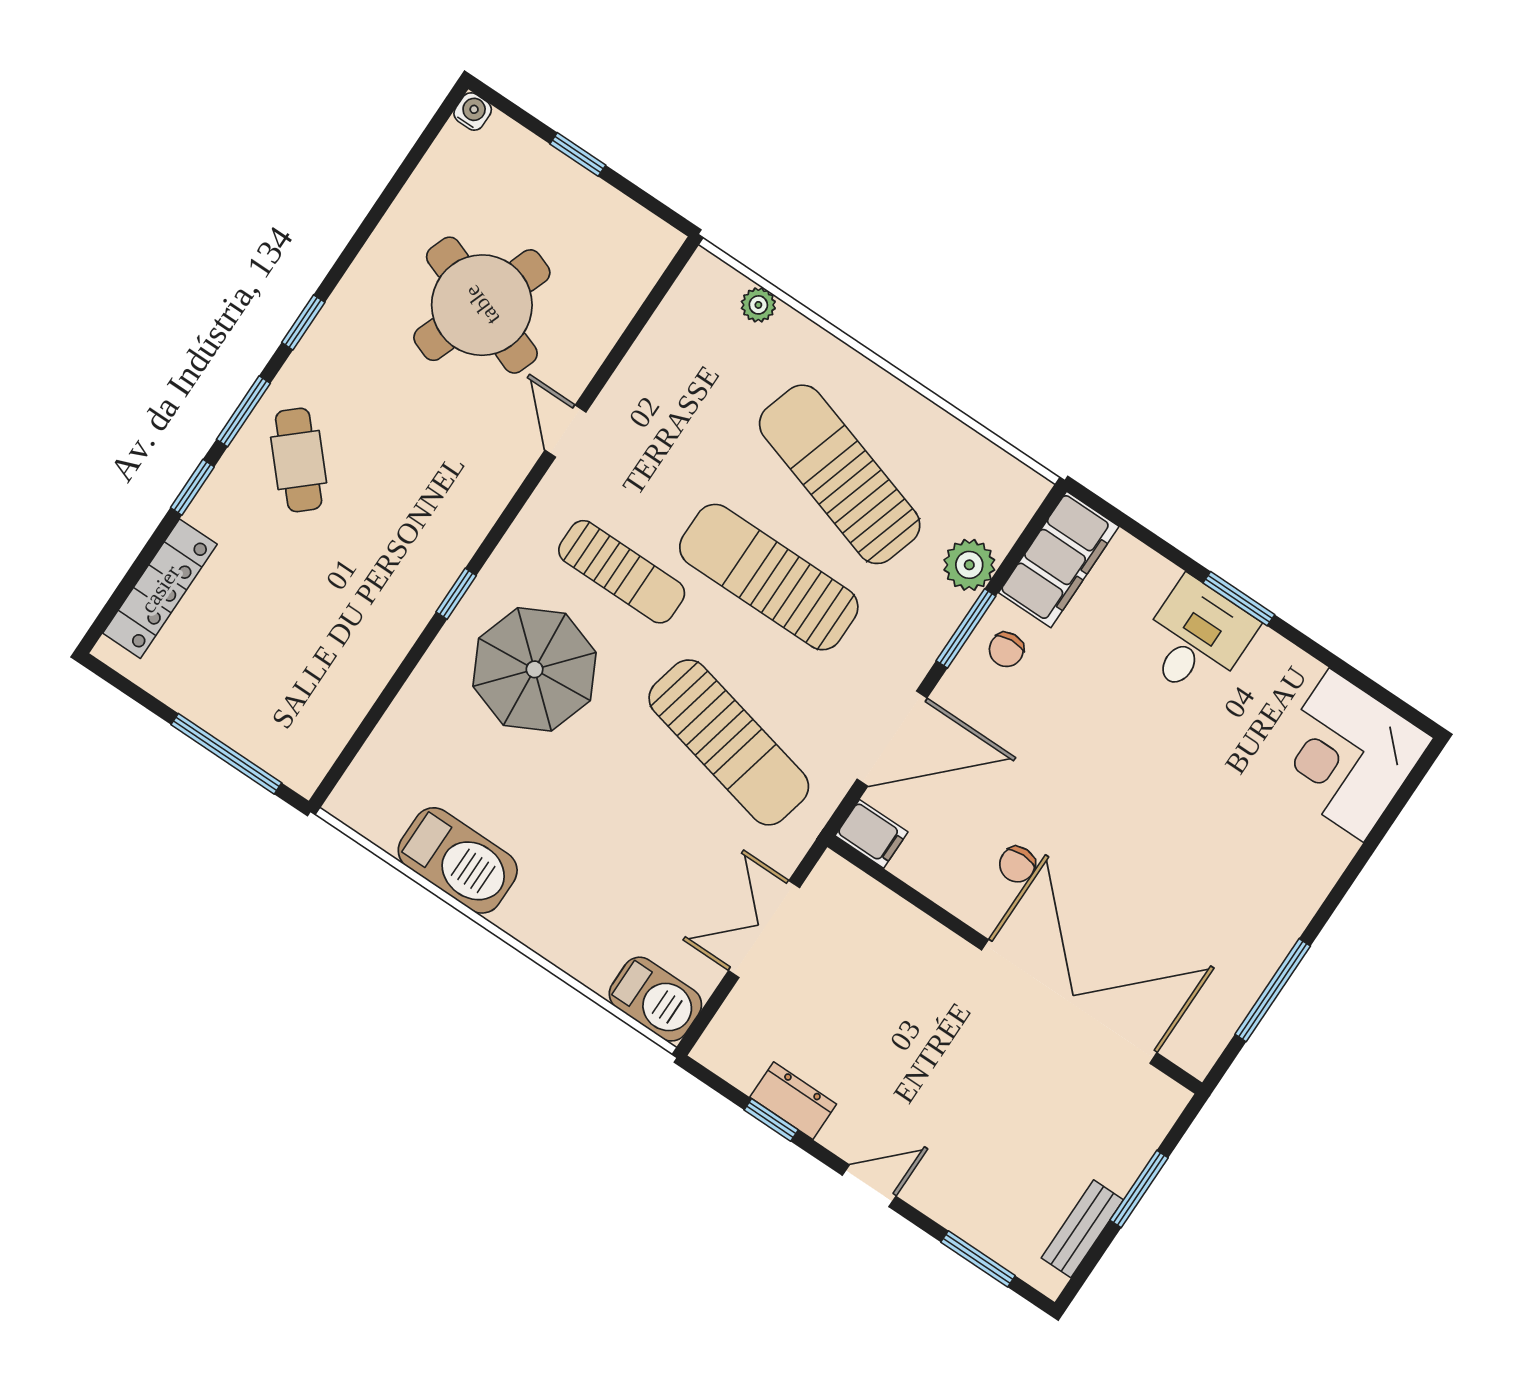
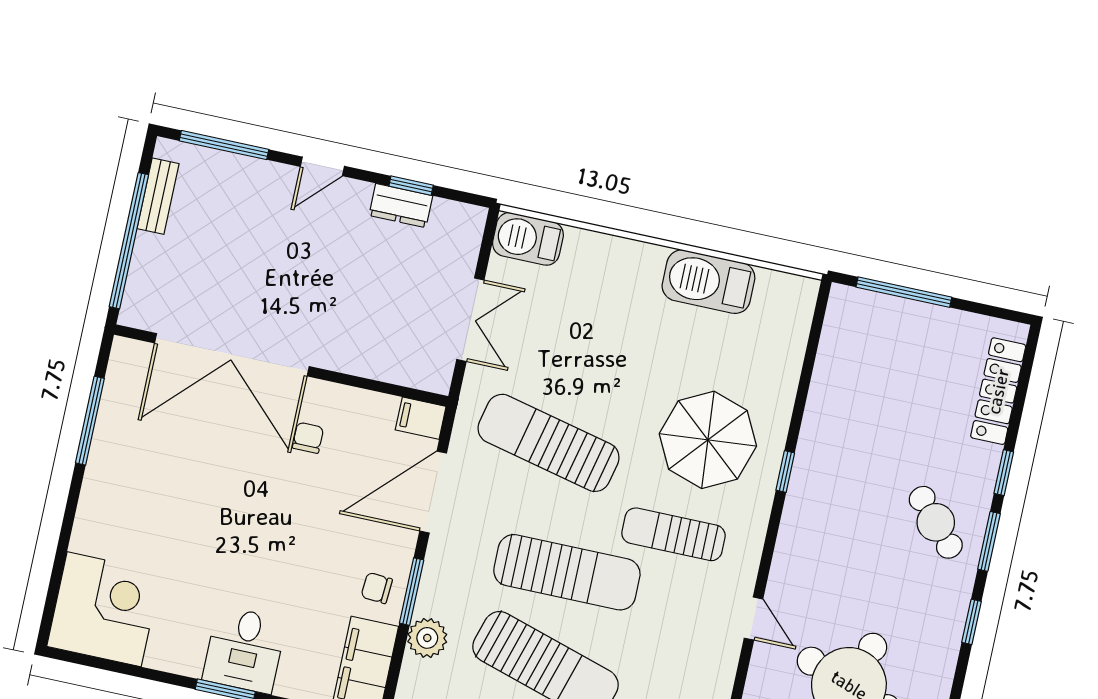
chair: (1006, 650) -> (377, 588), turned -82
window: (1139, 1189) -> (129, 241), width x2.11
window: (978, 1259) -> (224, 145), width x1.44

